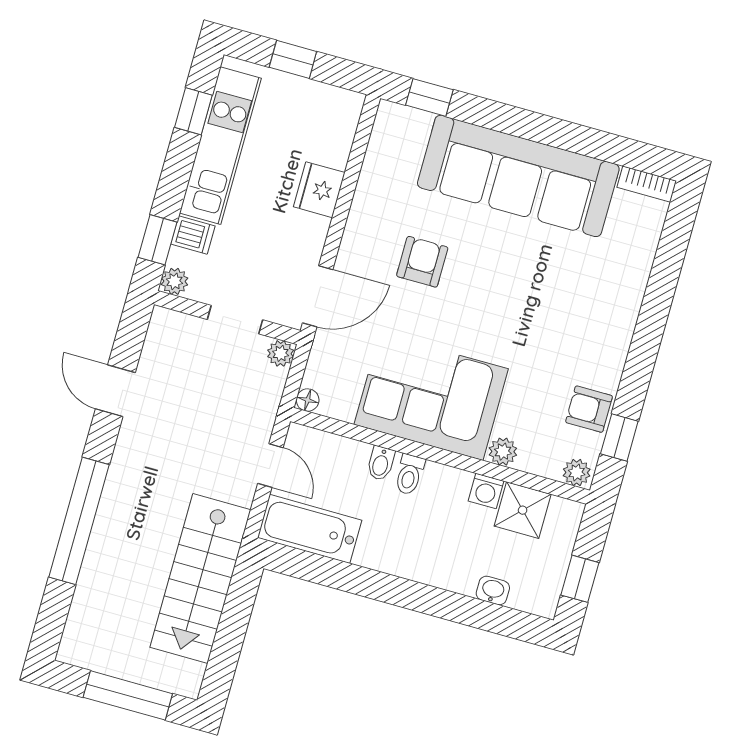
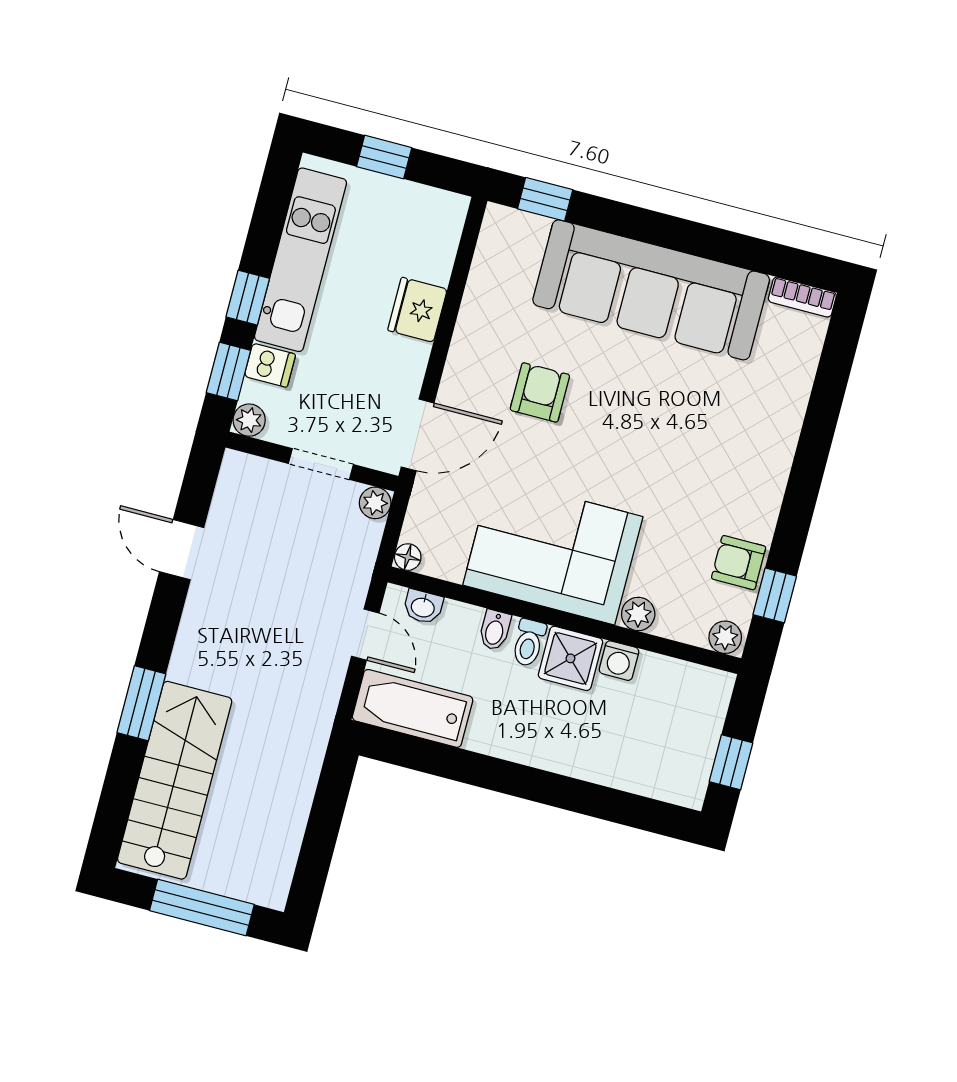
window: (193, 111) -> (248, 298), moved
shower: (523, 510) -> (570, 658), moved
window: (79, 521) -> (141, 703), width x0.47
stairs: (200, 578) -> (175, 780), moved, turned 180
washbasin: (493, 591) -> (423, 607), moved, turned 180

